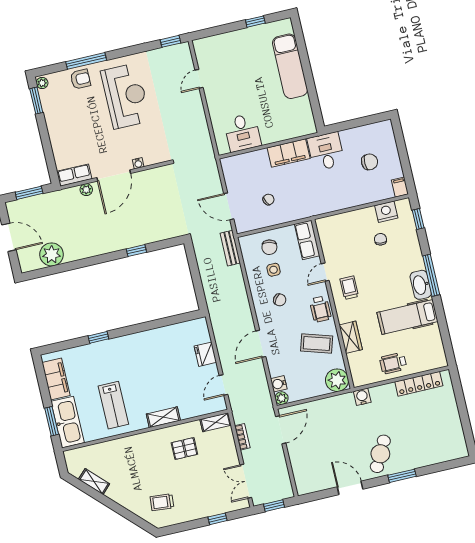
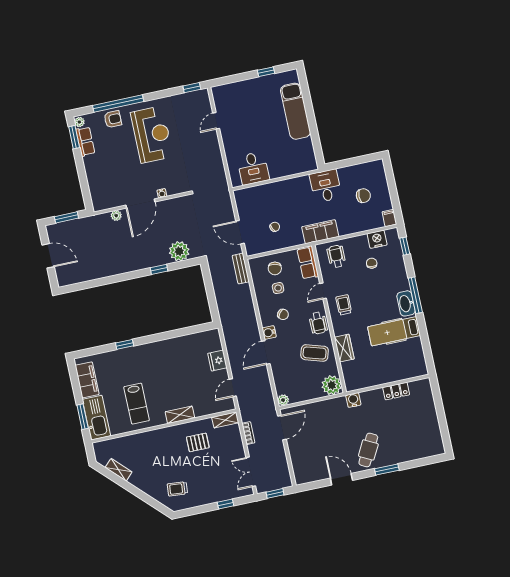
window: (86, 61) -> (118, 103), width x1.46
filing cabinet: (289, 153) -> (320, 232), moved, turned 180
row of seats: (74, 175) -> (85, 141), moved, turned 90
plant: (52, 254) -> (179, 251), moved
wheelchair: (393, 363) -> (336, 256), moved, turned 90
water cooler: (279, 384) -> (269, 332), moved
locker: (419, 384) -> (396, 391), width x0.66

